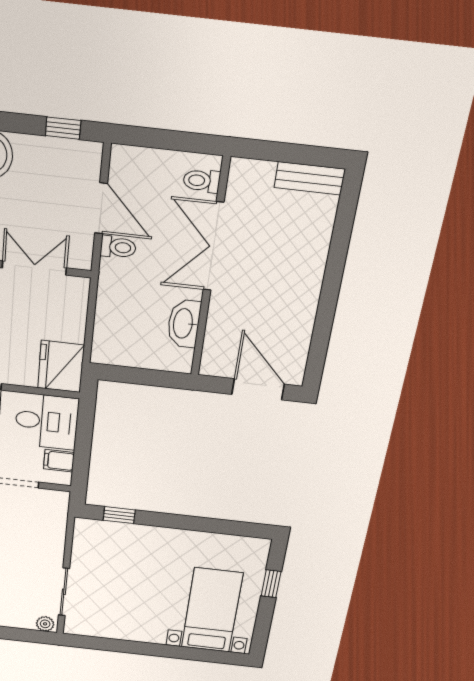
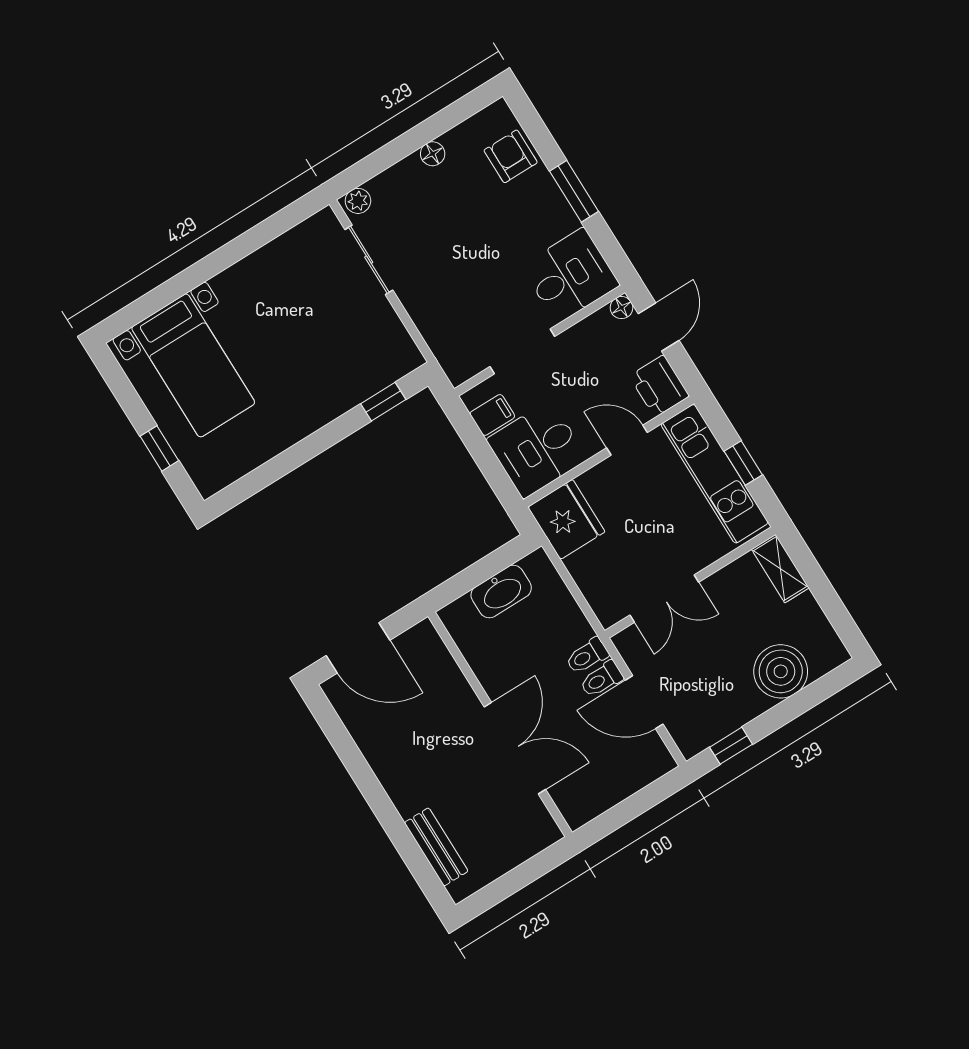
bench: (310, 178) -> (436, 847), moved, turned 90
toilet: (202, 181) -> (587, 656), moved, turned 180
washbasin: (184, 324) -> (501, 591), moved, turned 90

